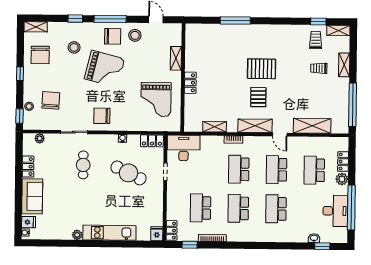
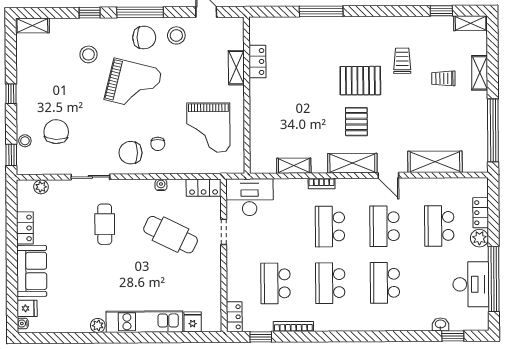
trolley: (316, 40) -> (402, 61), moved
chair: (40, 55) -> (158, 144), moved, width x0.54, depth x0.54
locker: (190, 83) -> (257, 61), moved
fridge: (157, 234) -> (193, 322), moved

